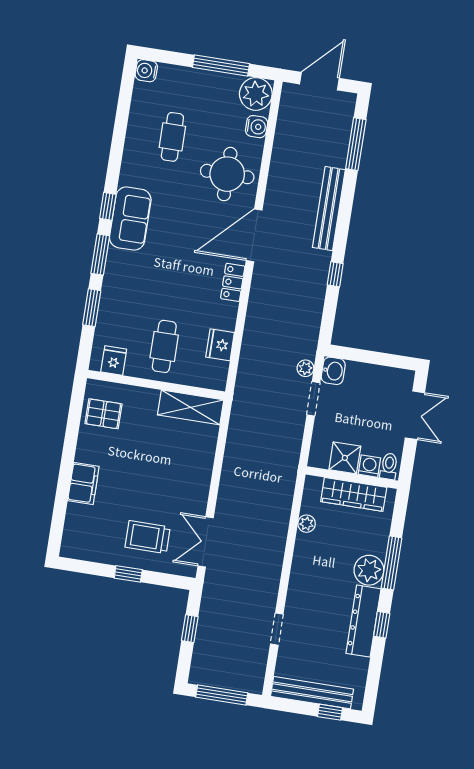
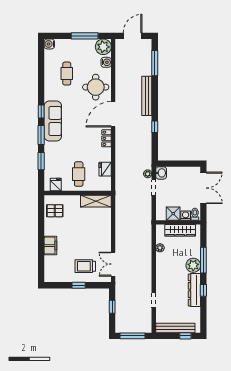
sofa: (130, 219) -> (53, 121), width x1.36
double door: (415, 415) -> (203, 188), width x1.37

